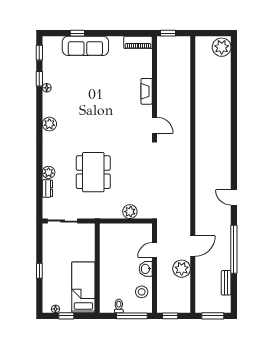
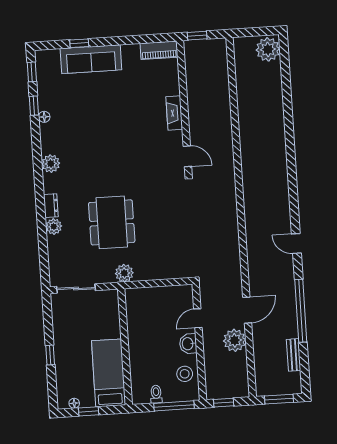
dresser: (47, 188) -> (51, 206), moved
plant: (130, 212) -> (124, 273), moved

